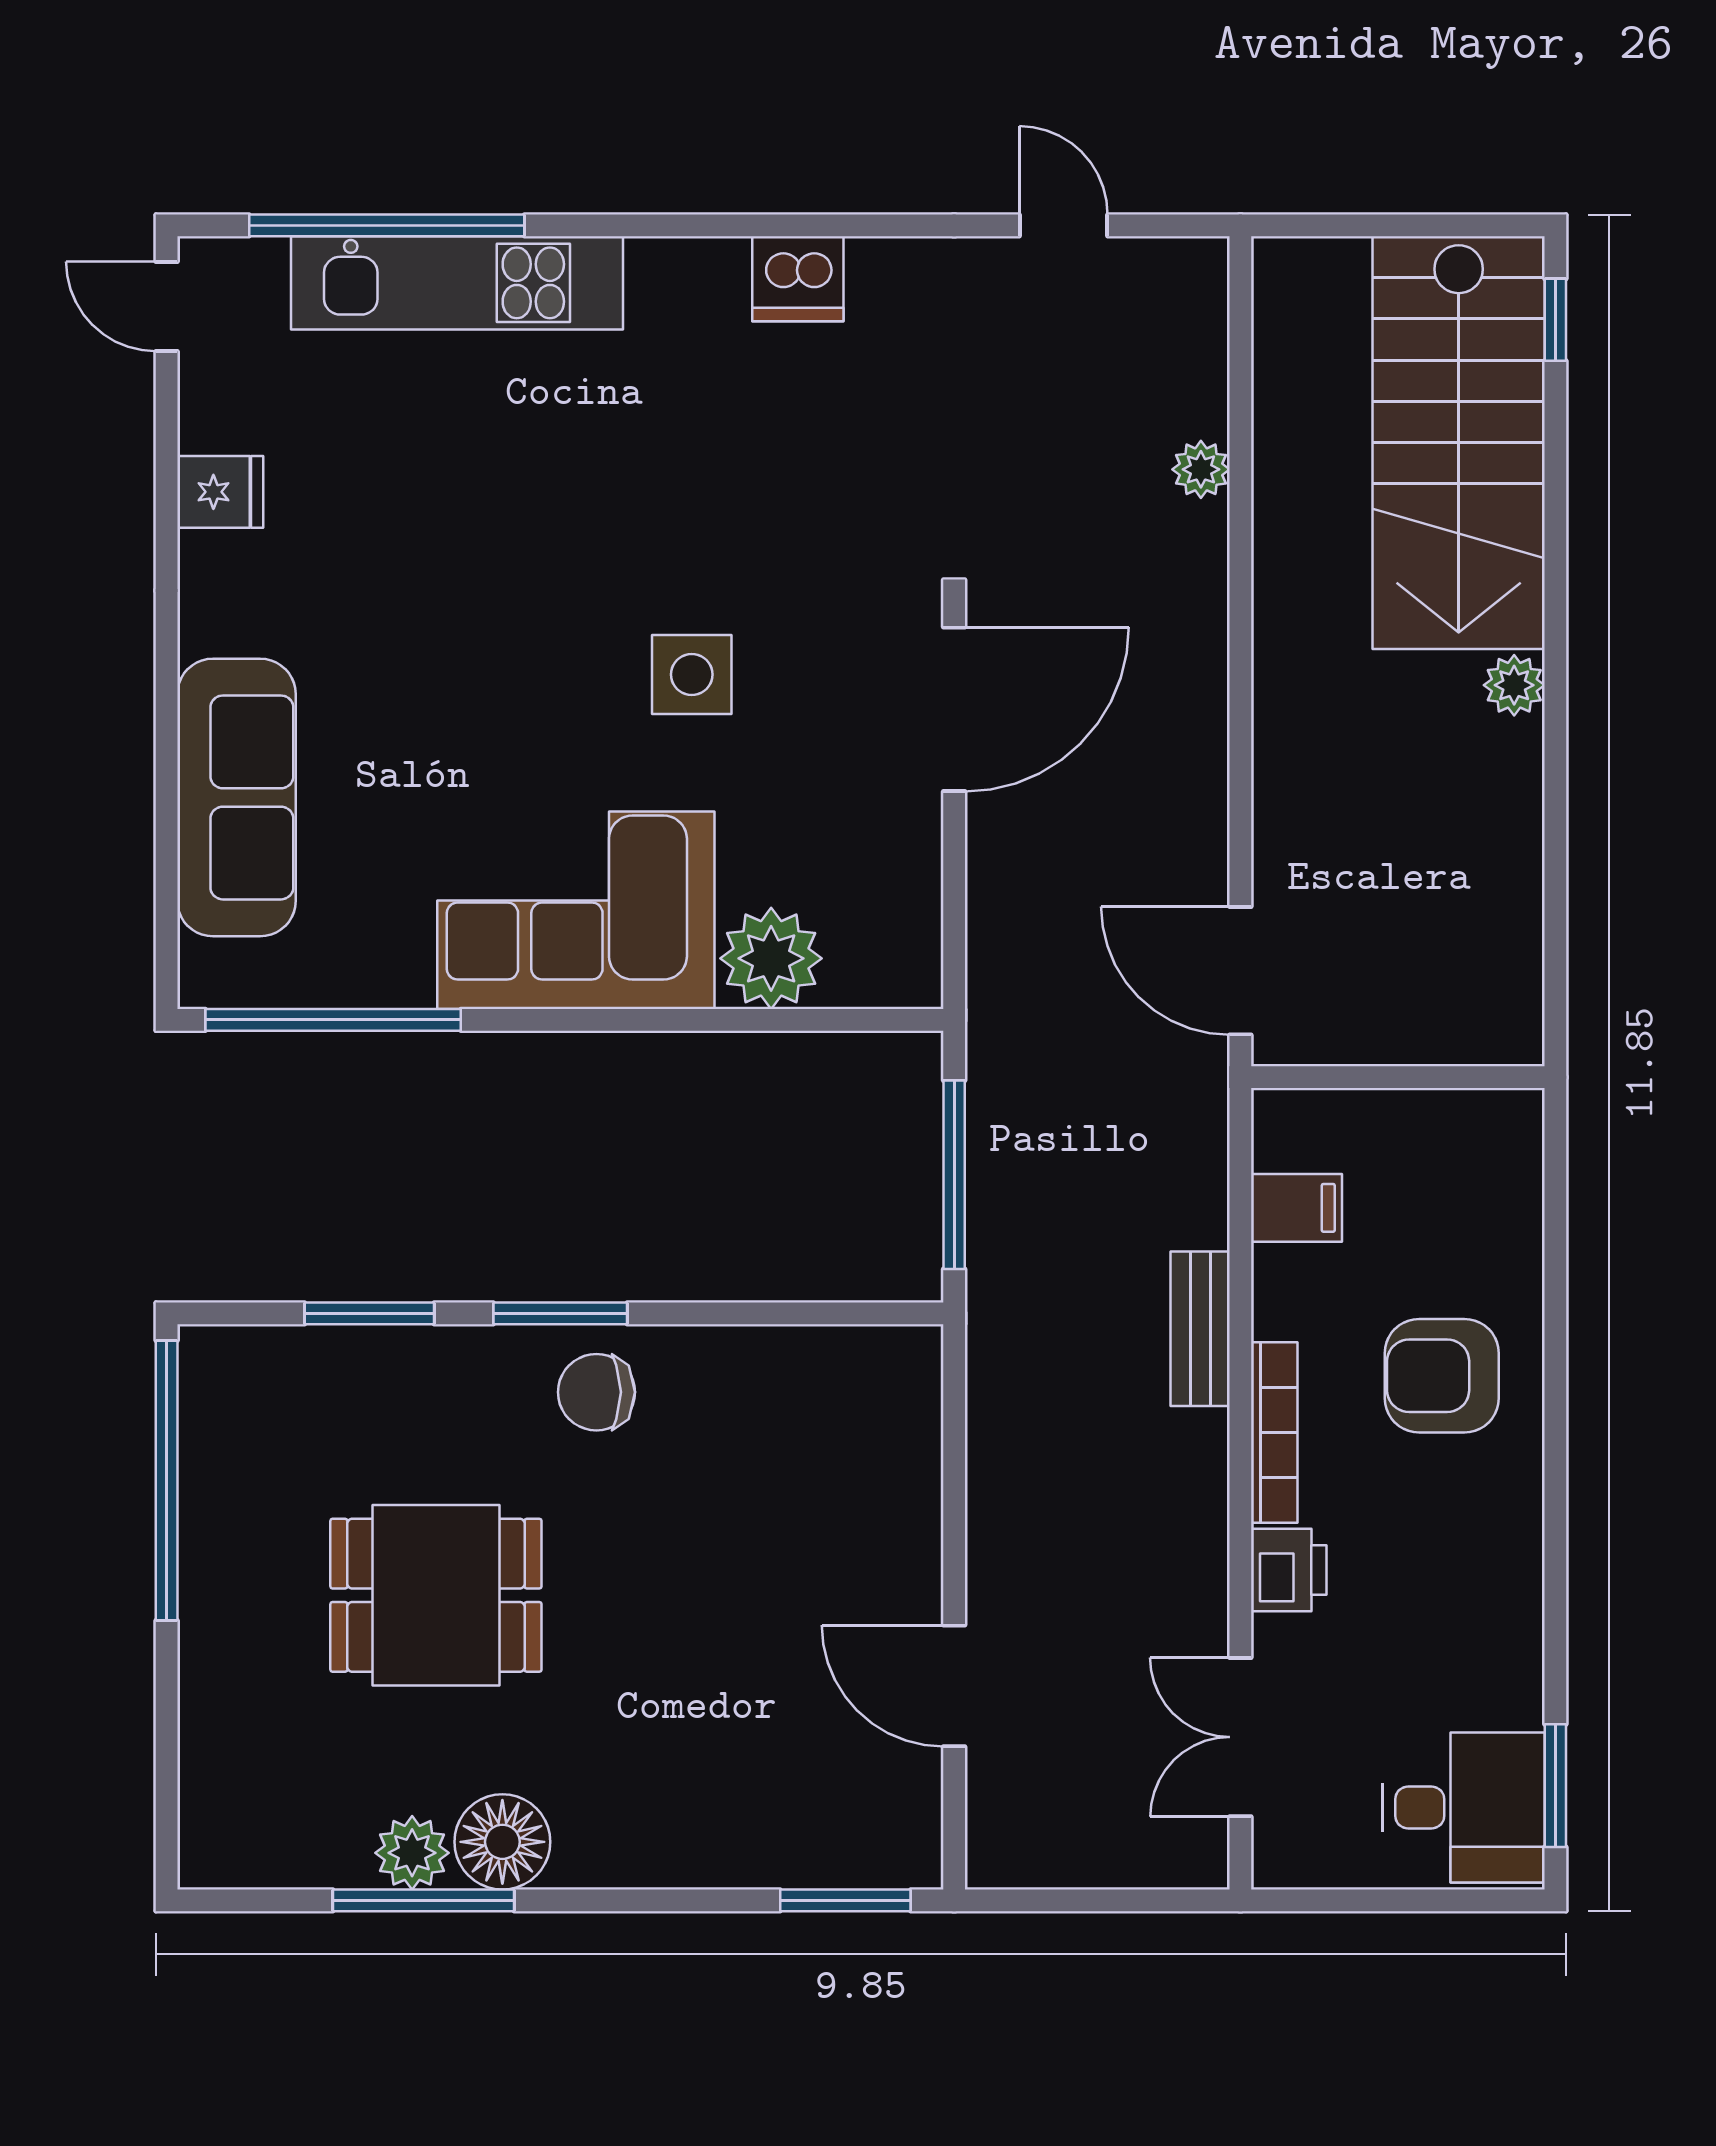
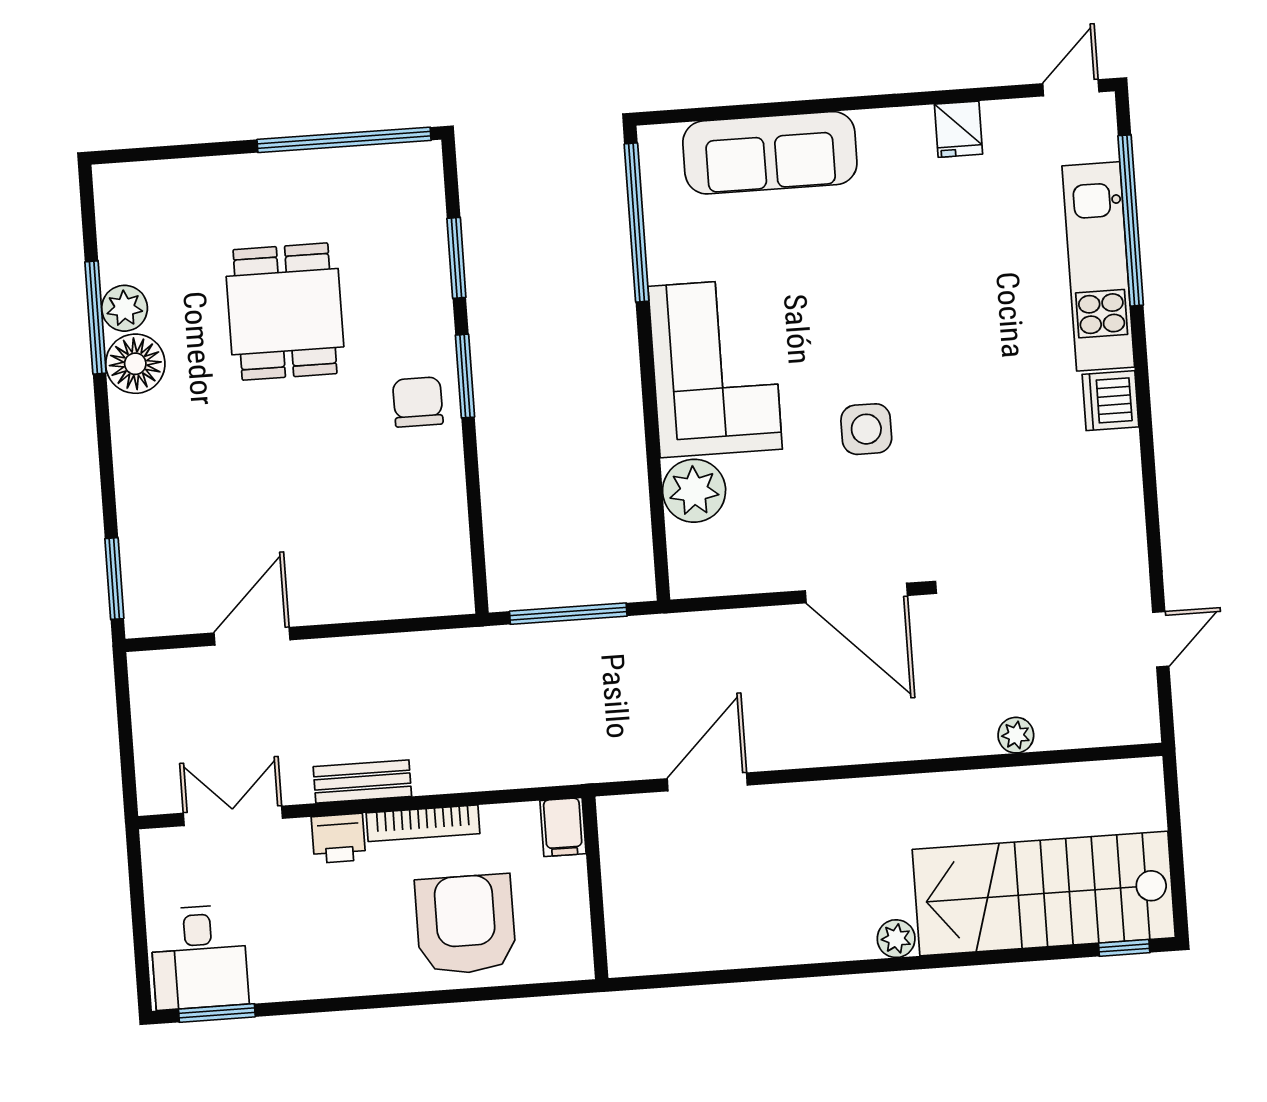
dishwasher: (798, 279) -> (1110, 401), moved
wall: (1398, 1077) -> (595, 888), moved
bench: (1200, 1329) -> (362, 782), moved
armchair: (1442, 1376) -> (466, 924), width x1.36, depth x1.36

